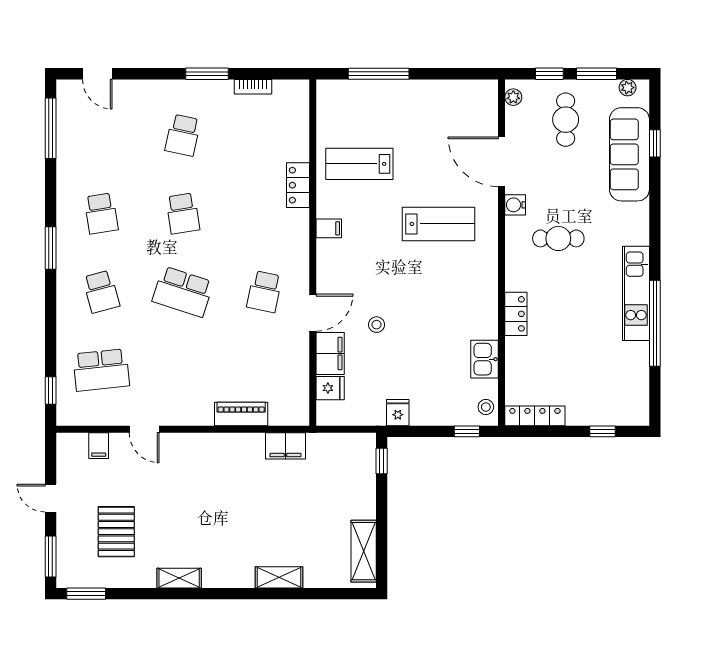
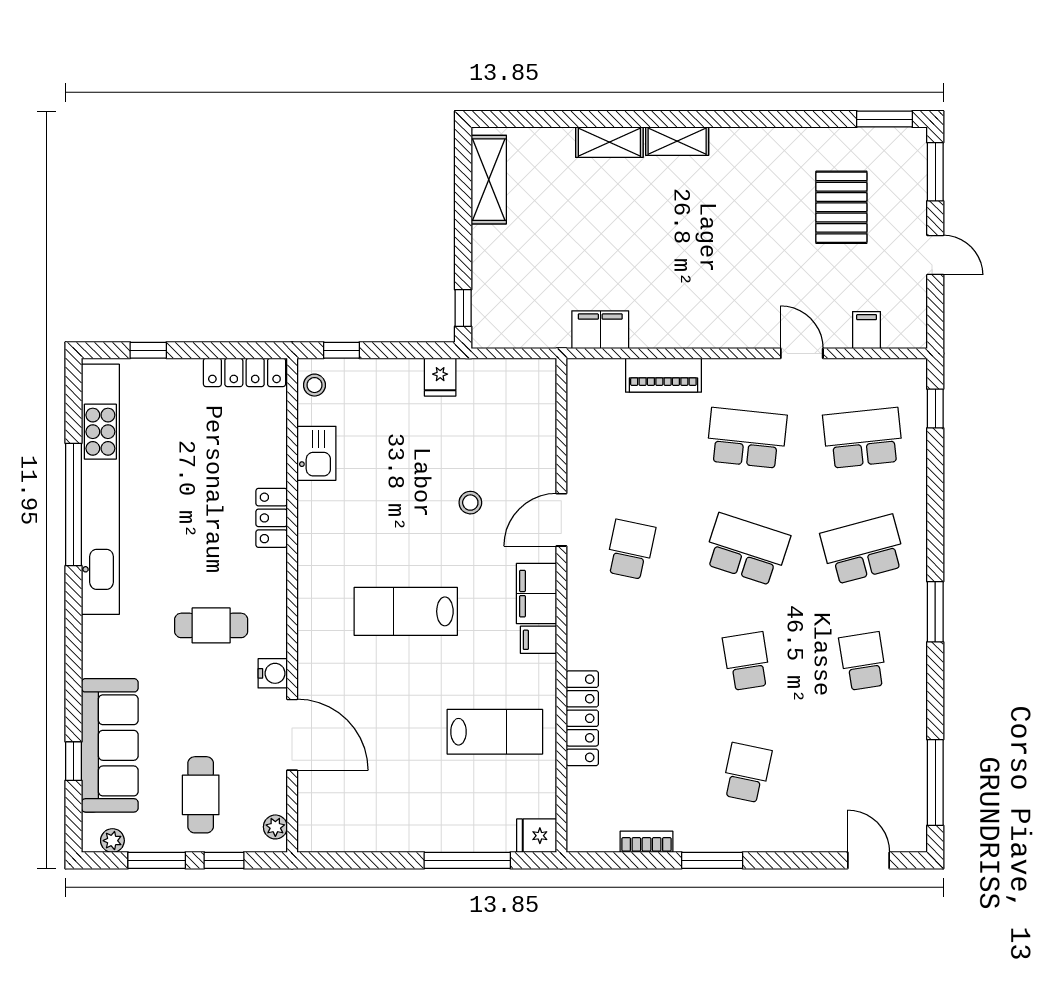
locker: (298, 185) -> (582, 718), width x1.53
lab bench: (439, 224) -> (406, 611), moved
school desk: (101, 292) -> (863, 550), width x1.85
kitchen unit: (636, 293) -> (100, 489), width x1.86
filing cabinet: (330, 353) -> (537, 594), moved
school desk: (183, 370) -> (747, 438), added
fridge: (330, 388) -> (537, 836), moved
shelving: (179, 578) -> (677, 141), moved

